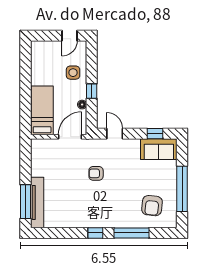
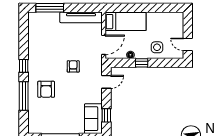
door: (70, 137) -> (104, 45), hinge flipped
tv unit: (37, 202) -> (81, 17), moved
armchair: (152, 206) -> (46, 89), moved, turned -96

